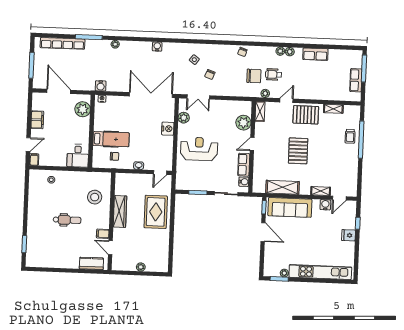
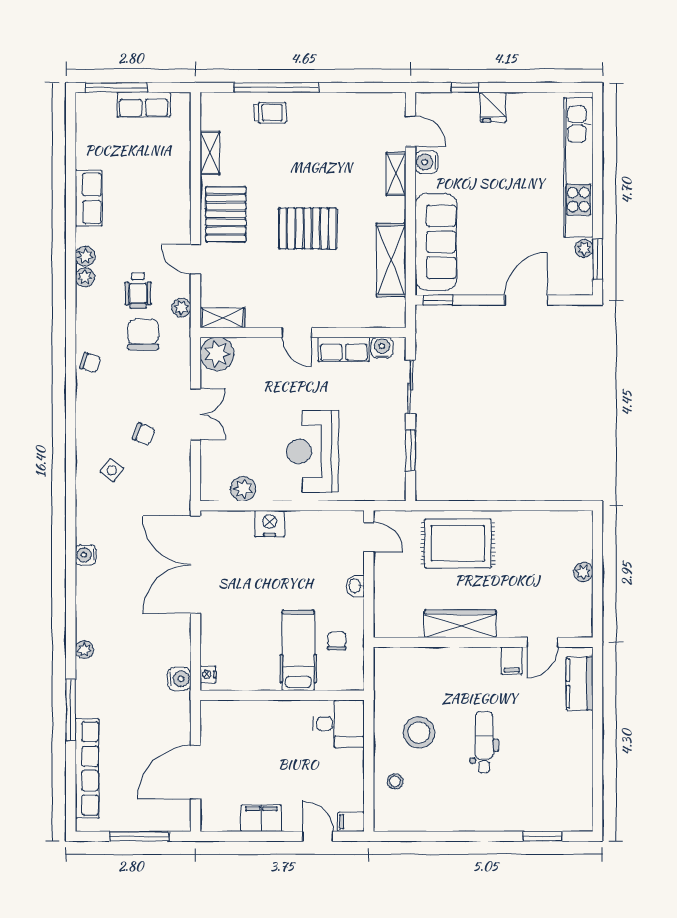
double door: (198, 97) -> (195, 414), moved
plant: (83, 109) -> (234, 717), removed
plant: (243, 123) -> (217, 354), moved
stool: (95, 197) -> (419, 733), moved
door: (263, 232) -> (526, 300), moved

